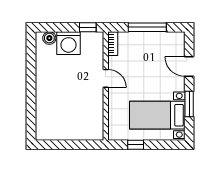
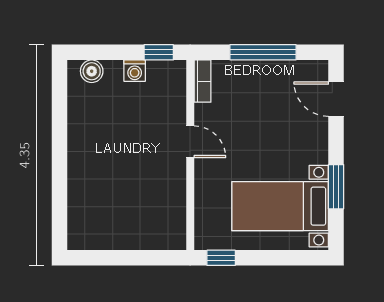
washing machine: (68, 43) -> (135, 71), width x0.53, depth x0.53
door: (189, 66) -> (336, 99), moved
window: (136, 145) -> (221, 258), moved

